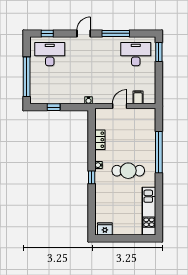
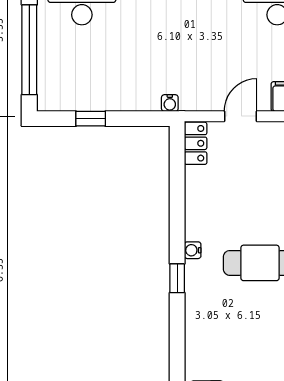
locker: (100, 140) -> (196, 143), moved

